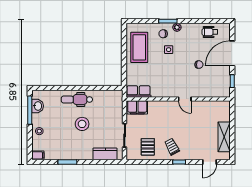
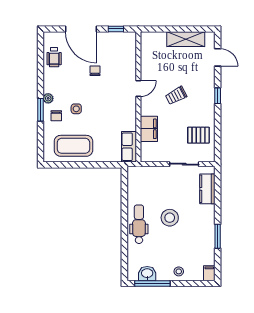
dental chair: (77, 99) -> (139, 224), turned 180
filing cabinet: (137, 107) -> (149, 129), moved
trolley: (172, 147) -> (176, 96), moved

